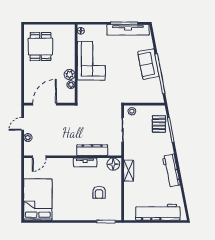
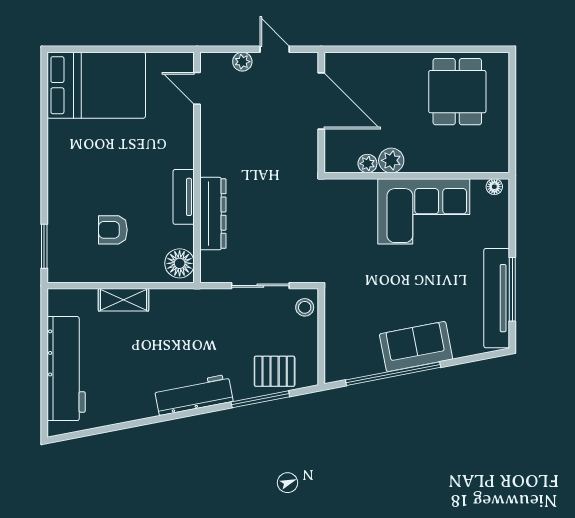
dining table: (41, 47) -> (457, 92), turned 90
shelving: (129, 171) -> (124, 300), moved
workbench: (171, 171) -> (194, 395), moved

